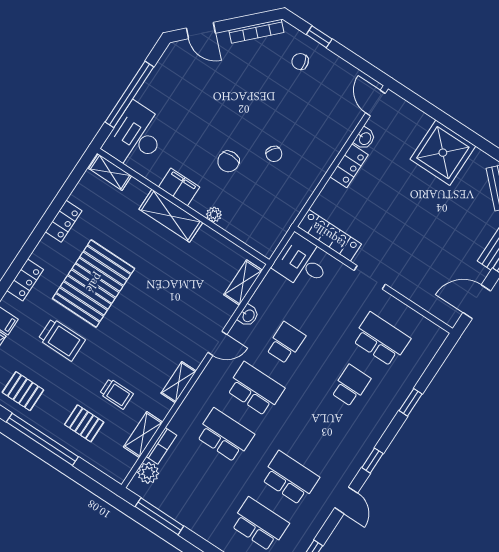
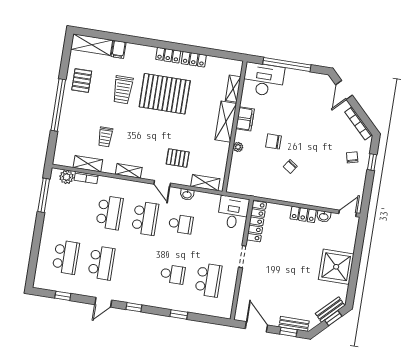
shelving: (110, 172) -> (233, 89), moved
locker: (25, 280) -> (168, 55), moved
pallet: (84, 423) -> (178, 158), moved, turned 90

